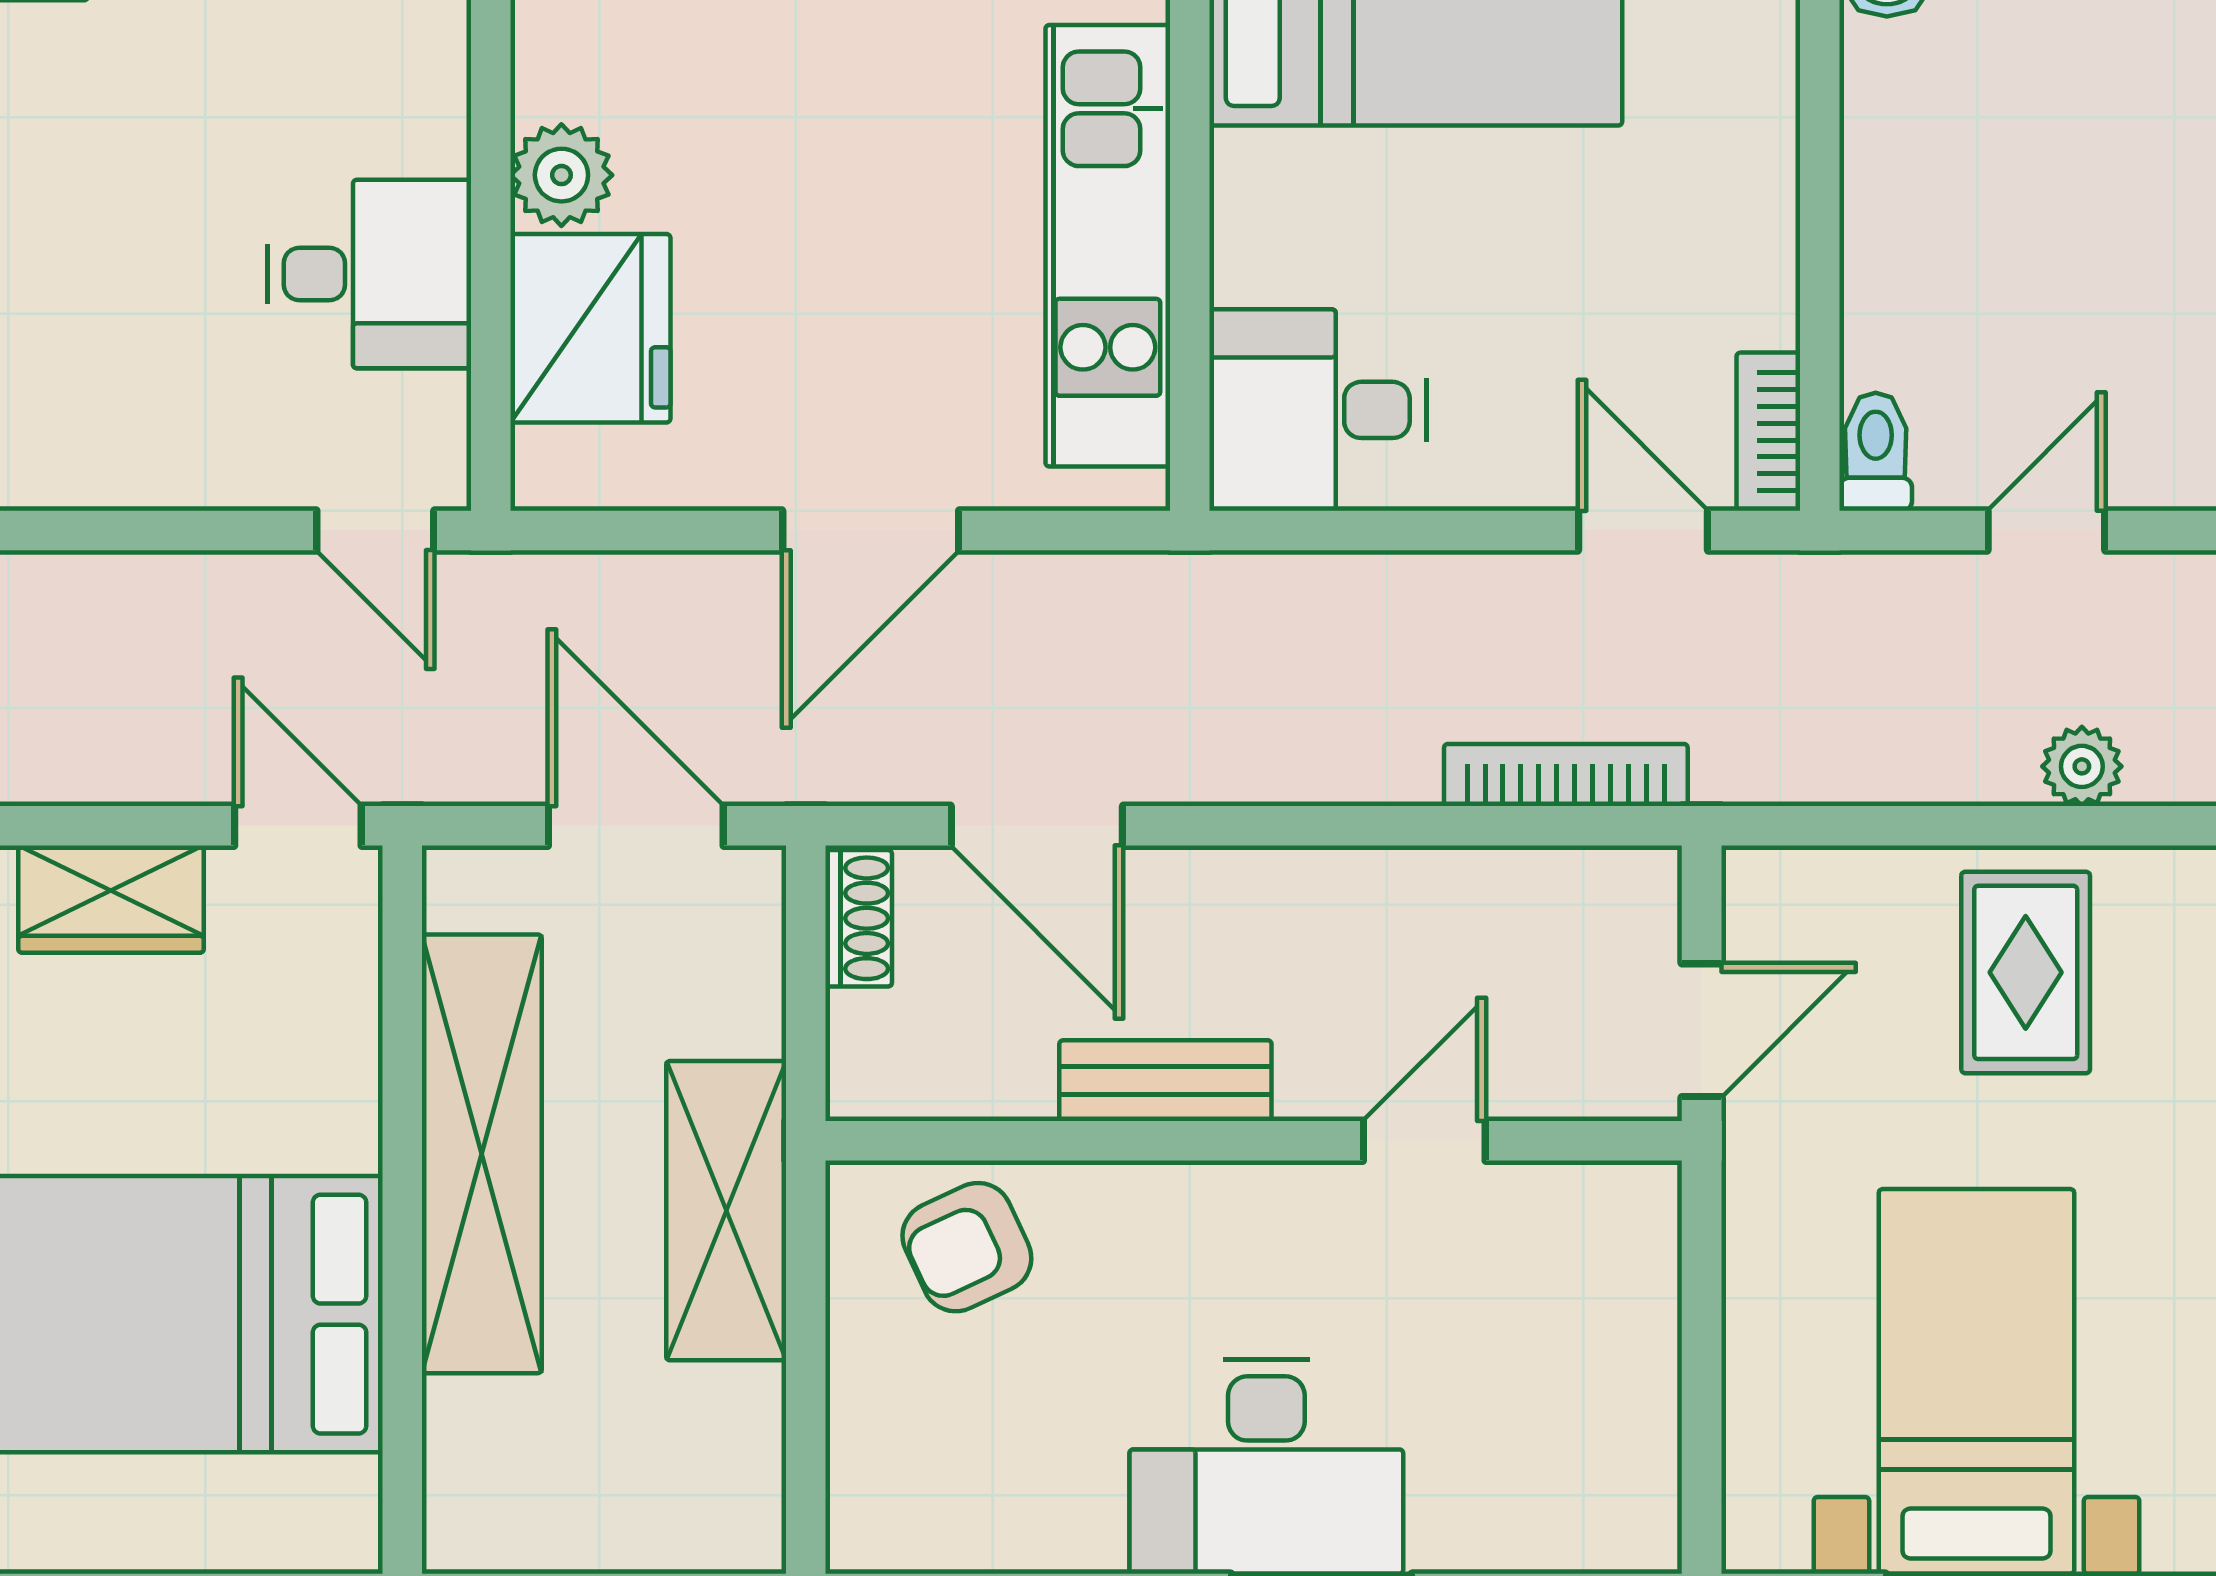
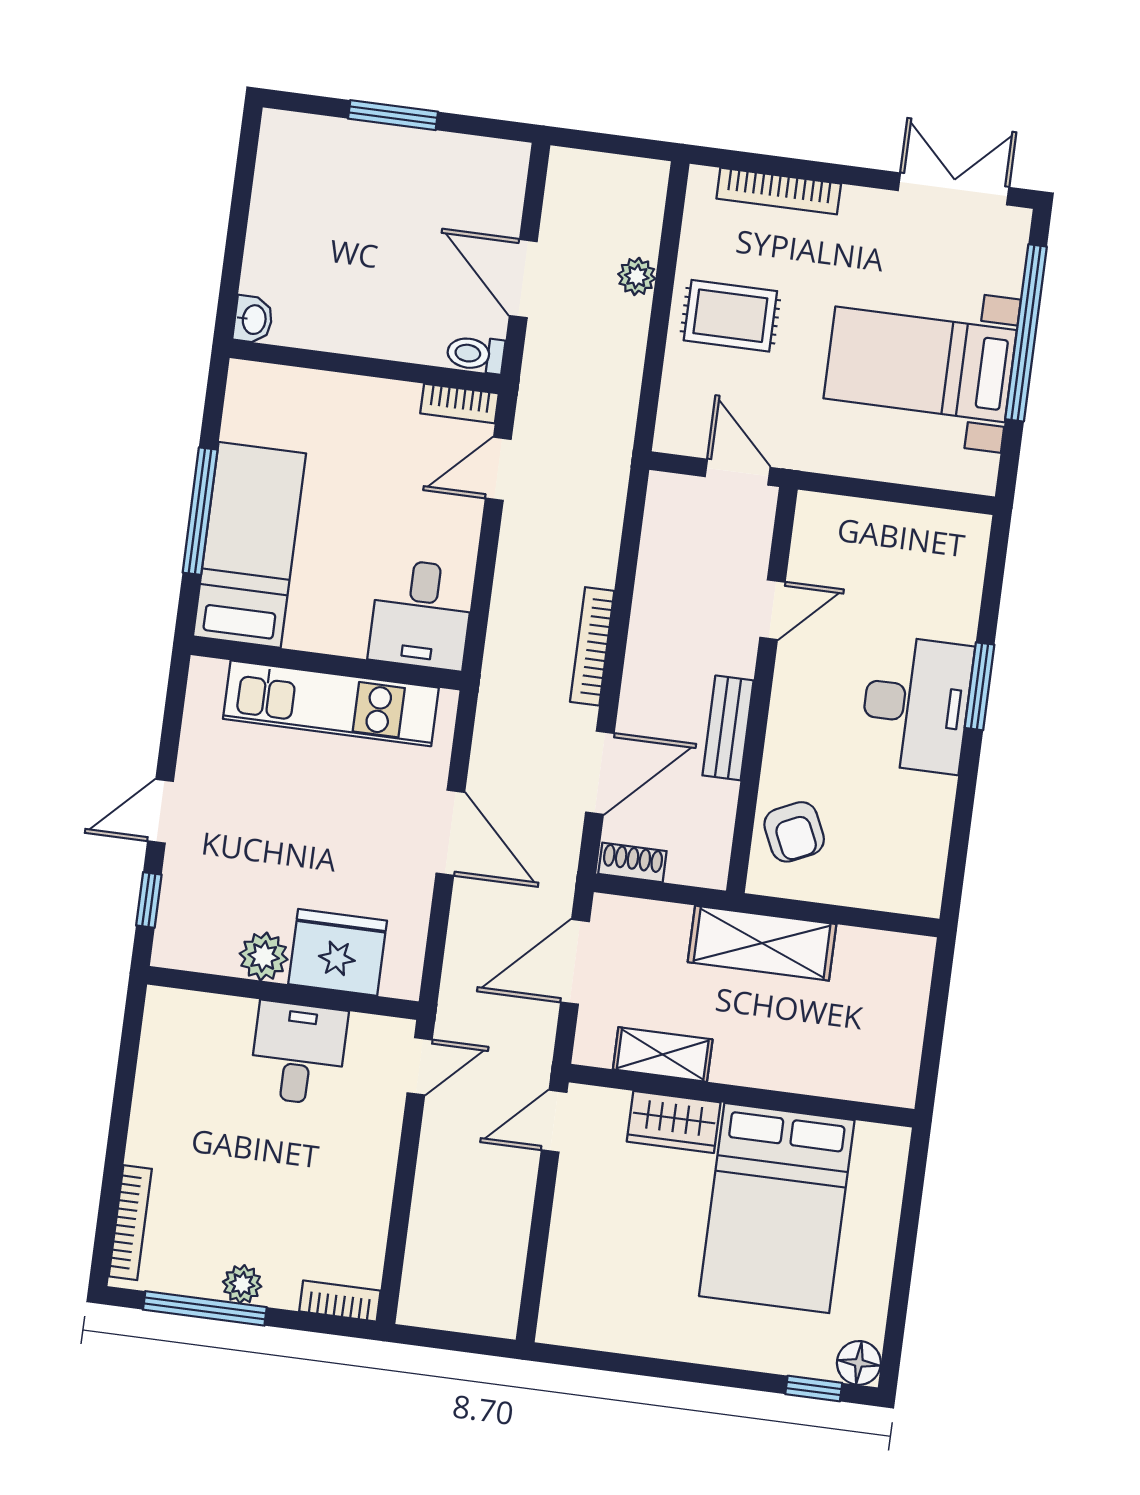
door: (2046, 530) -> (523, 279), width x1.38
bookcase: (1566, 775) -> (592, 646), moved
wardrobe: (111, 899) -> (674, 1122), moved, turned 90
door: (1424, 1141) -> (772, 610), swing flipped
shelving: (482, 1154) -> (663, 1054), width x0.45, depth x0.75

